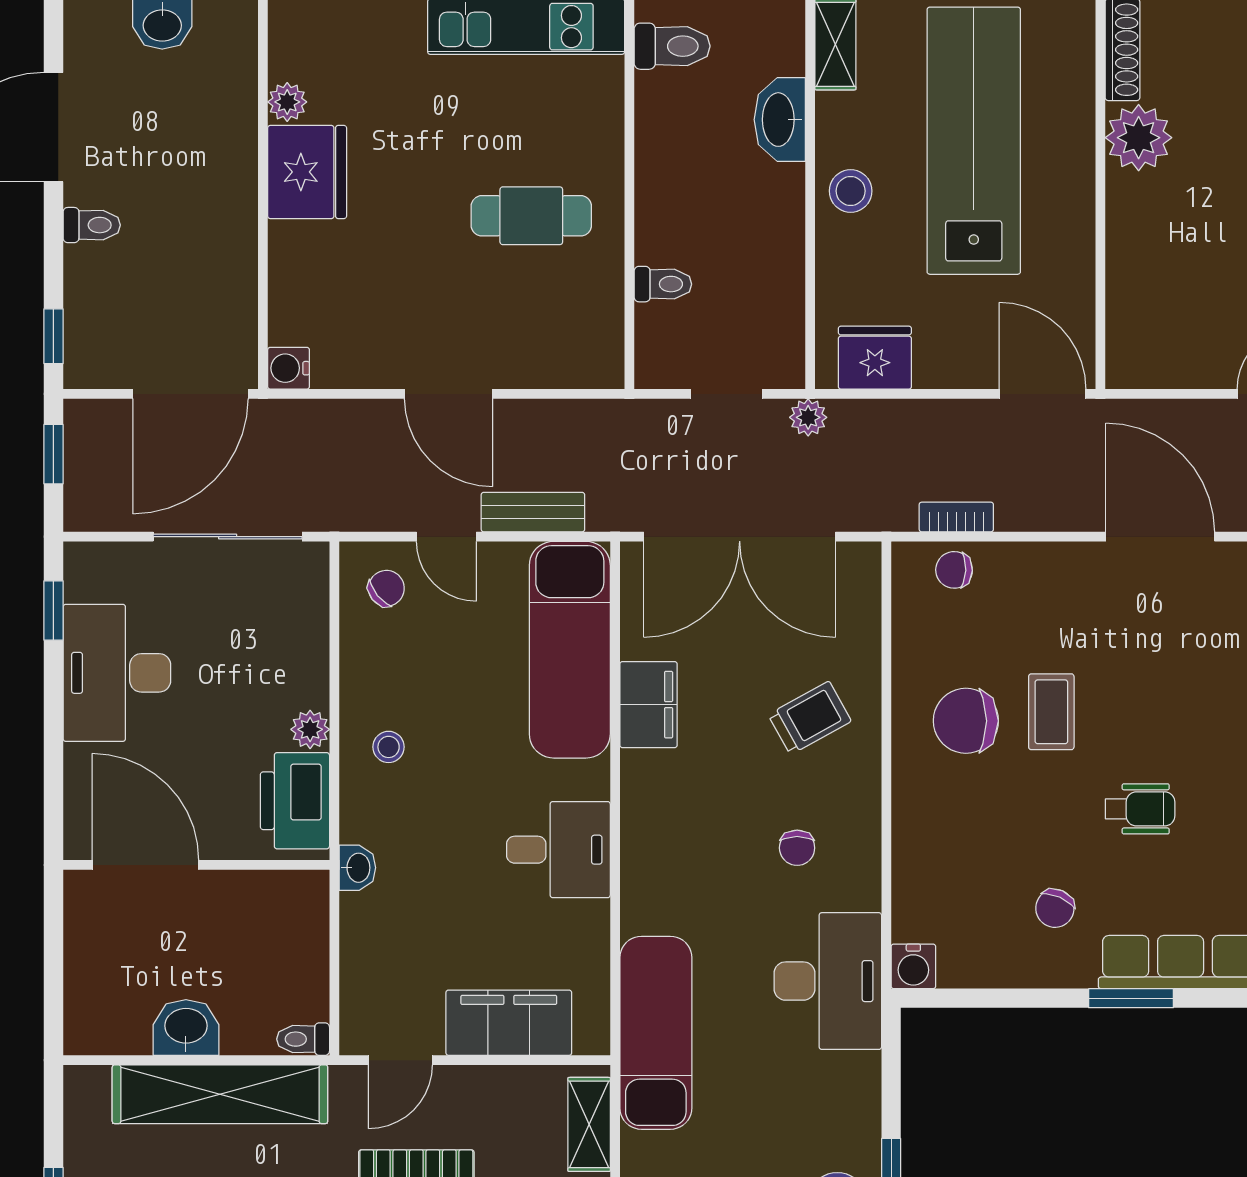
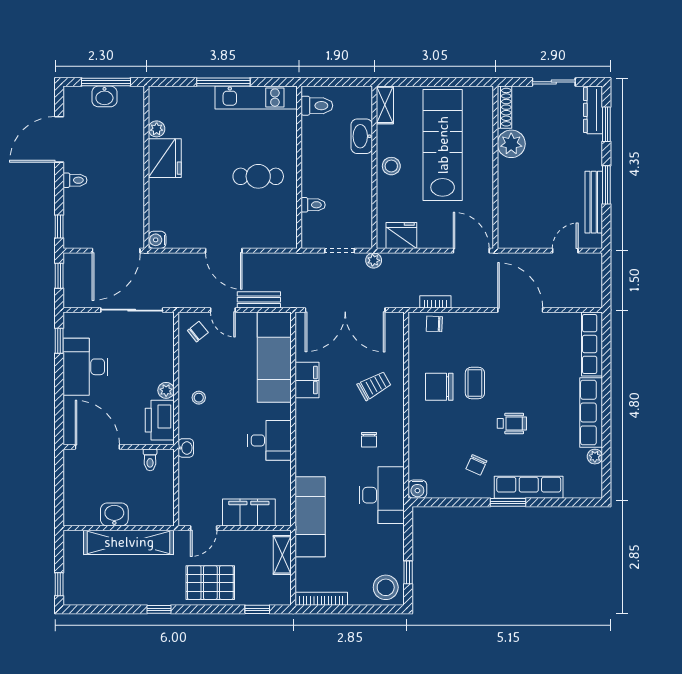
toilet: (303, 1039) -> (150, 460), moved, turned -90

